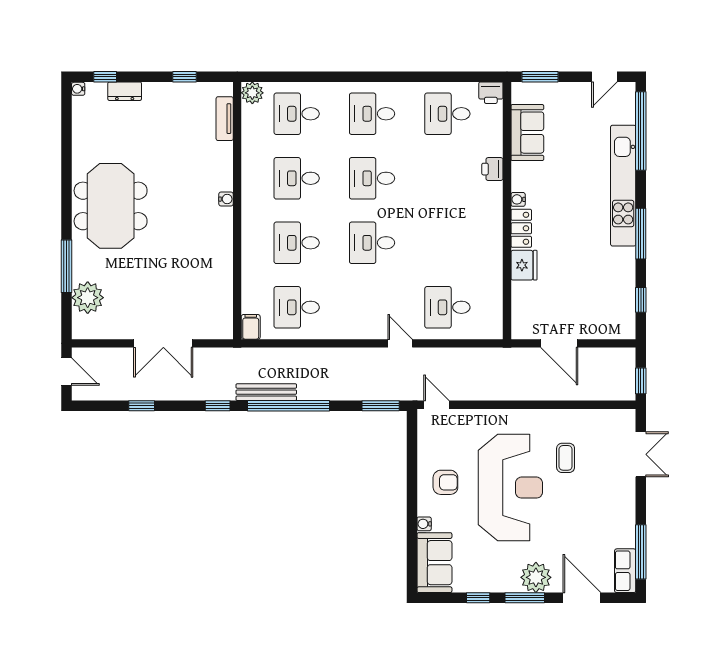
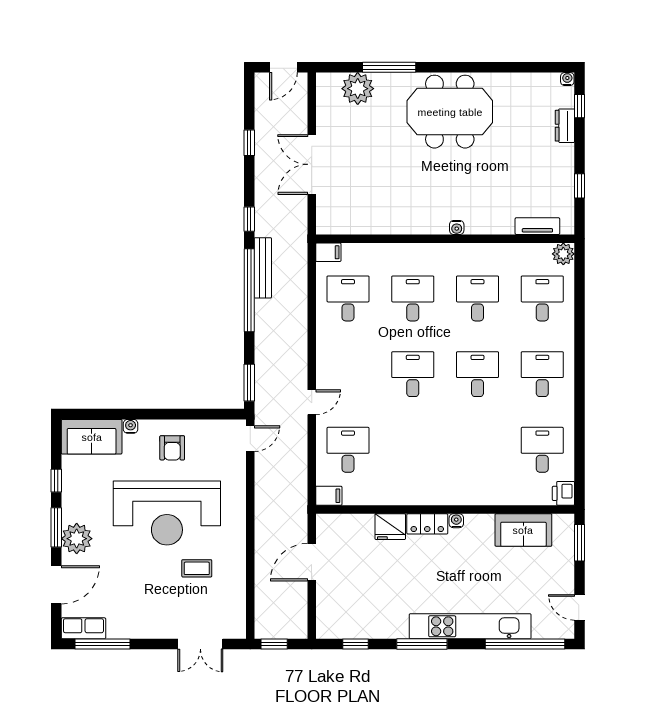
printer: (492, 169) -> (487, 495), removed
filing cabinet: (493, 326) -> (329, 496), added

